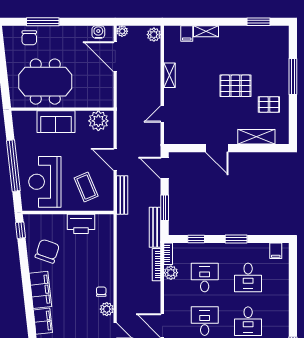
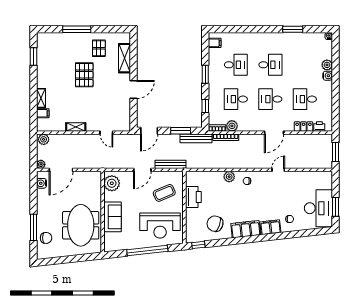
plant: (107, 309) -> (229, 177), moved

